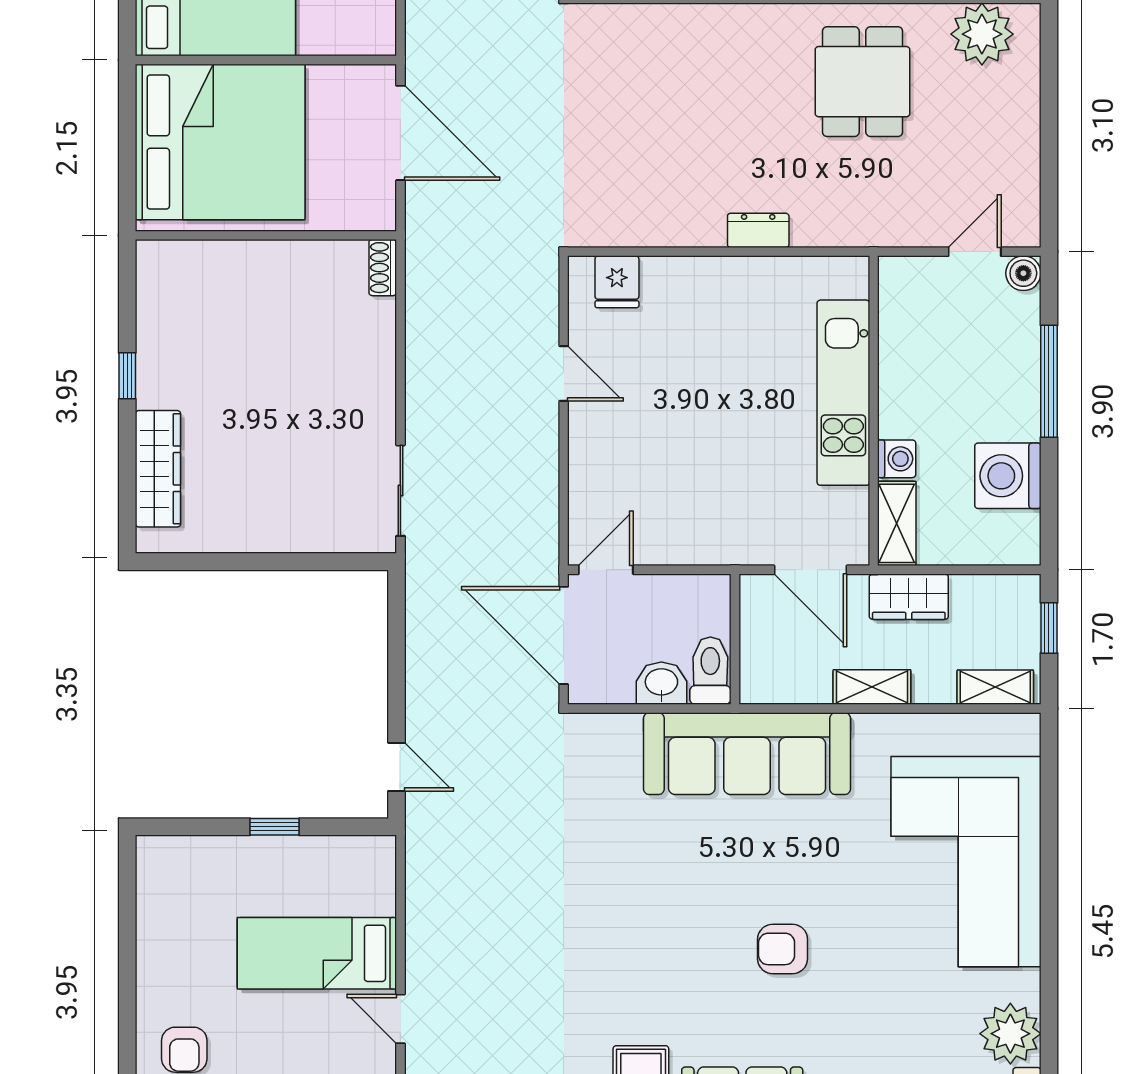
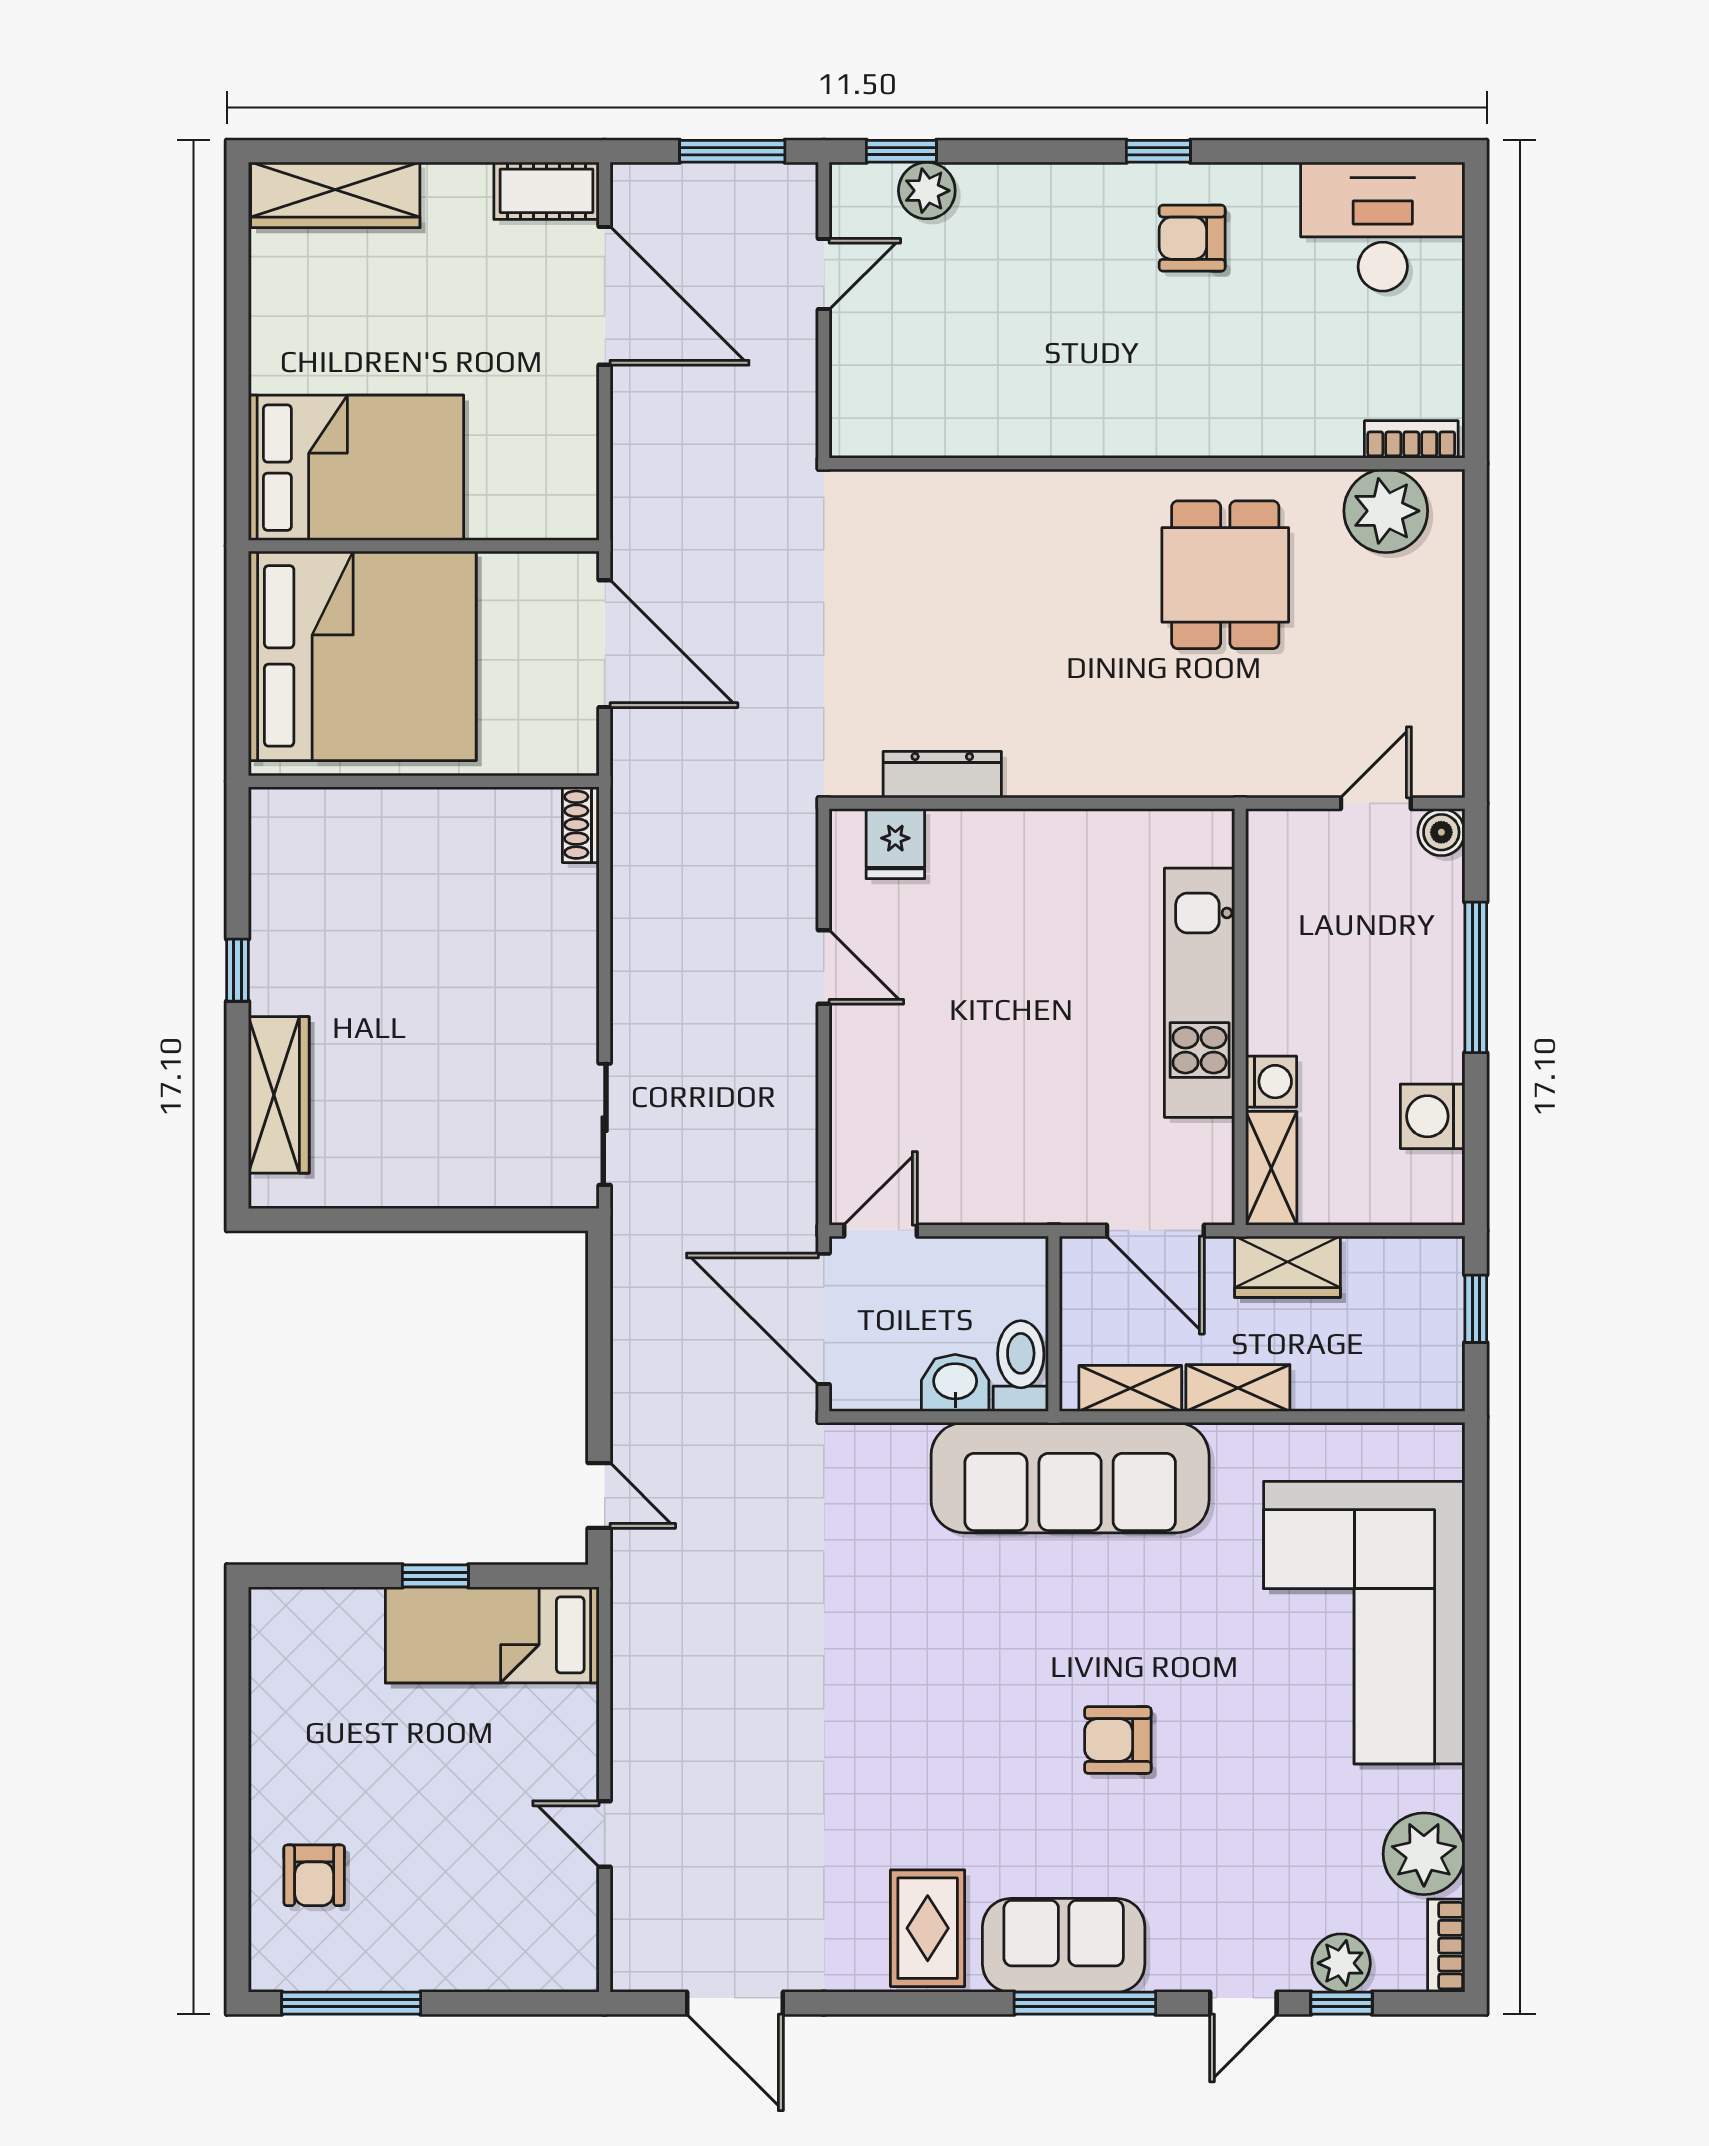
dresser: (758, 230) -> (942, 775), moved, width x1.44
washing machine: (1008, 476) -> (1433, 1116), width x0.73, depth x0.73
shelving: (995, 687) -> (1130, 1388), moved
bed: (317, 953) -> (492, 1635), moved

